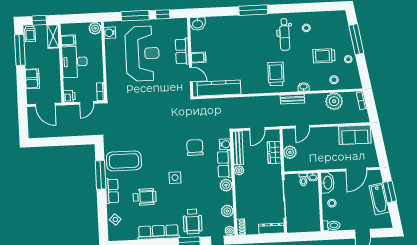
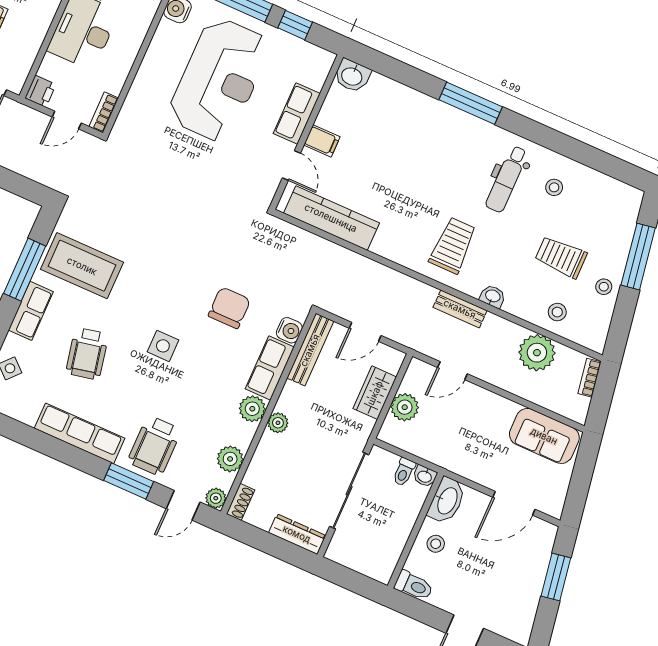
plant: (239, 170) -> (278, 423), moved
wheelchair: (145, 197) -> (87, 354), turned 78
bathtub: (379, 199) -> (529, 581), removed

